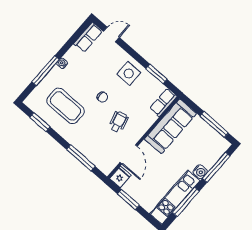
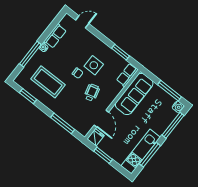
row of seats: (88, 37) -> (55, 36), moved
side table: (129, 73) -> (94, 65), moved
water cooler: (200, 172) -> (178, 107), moved

